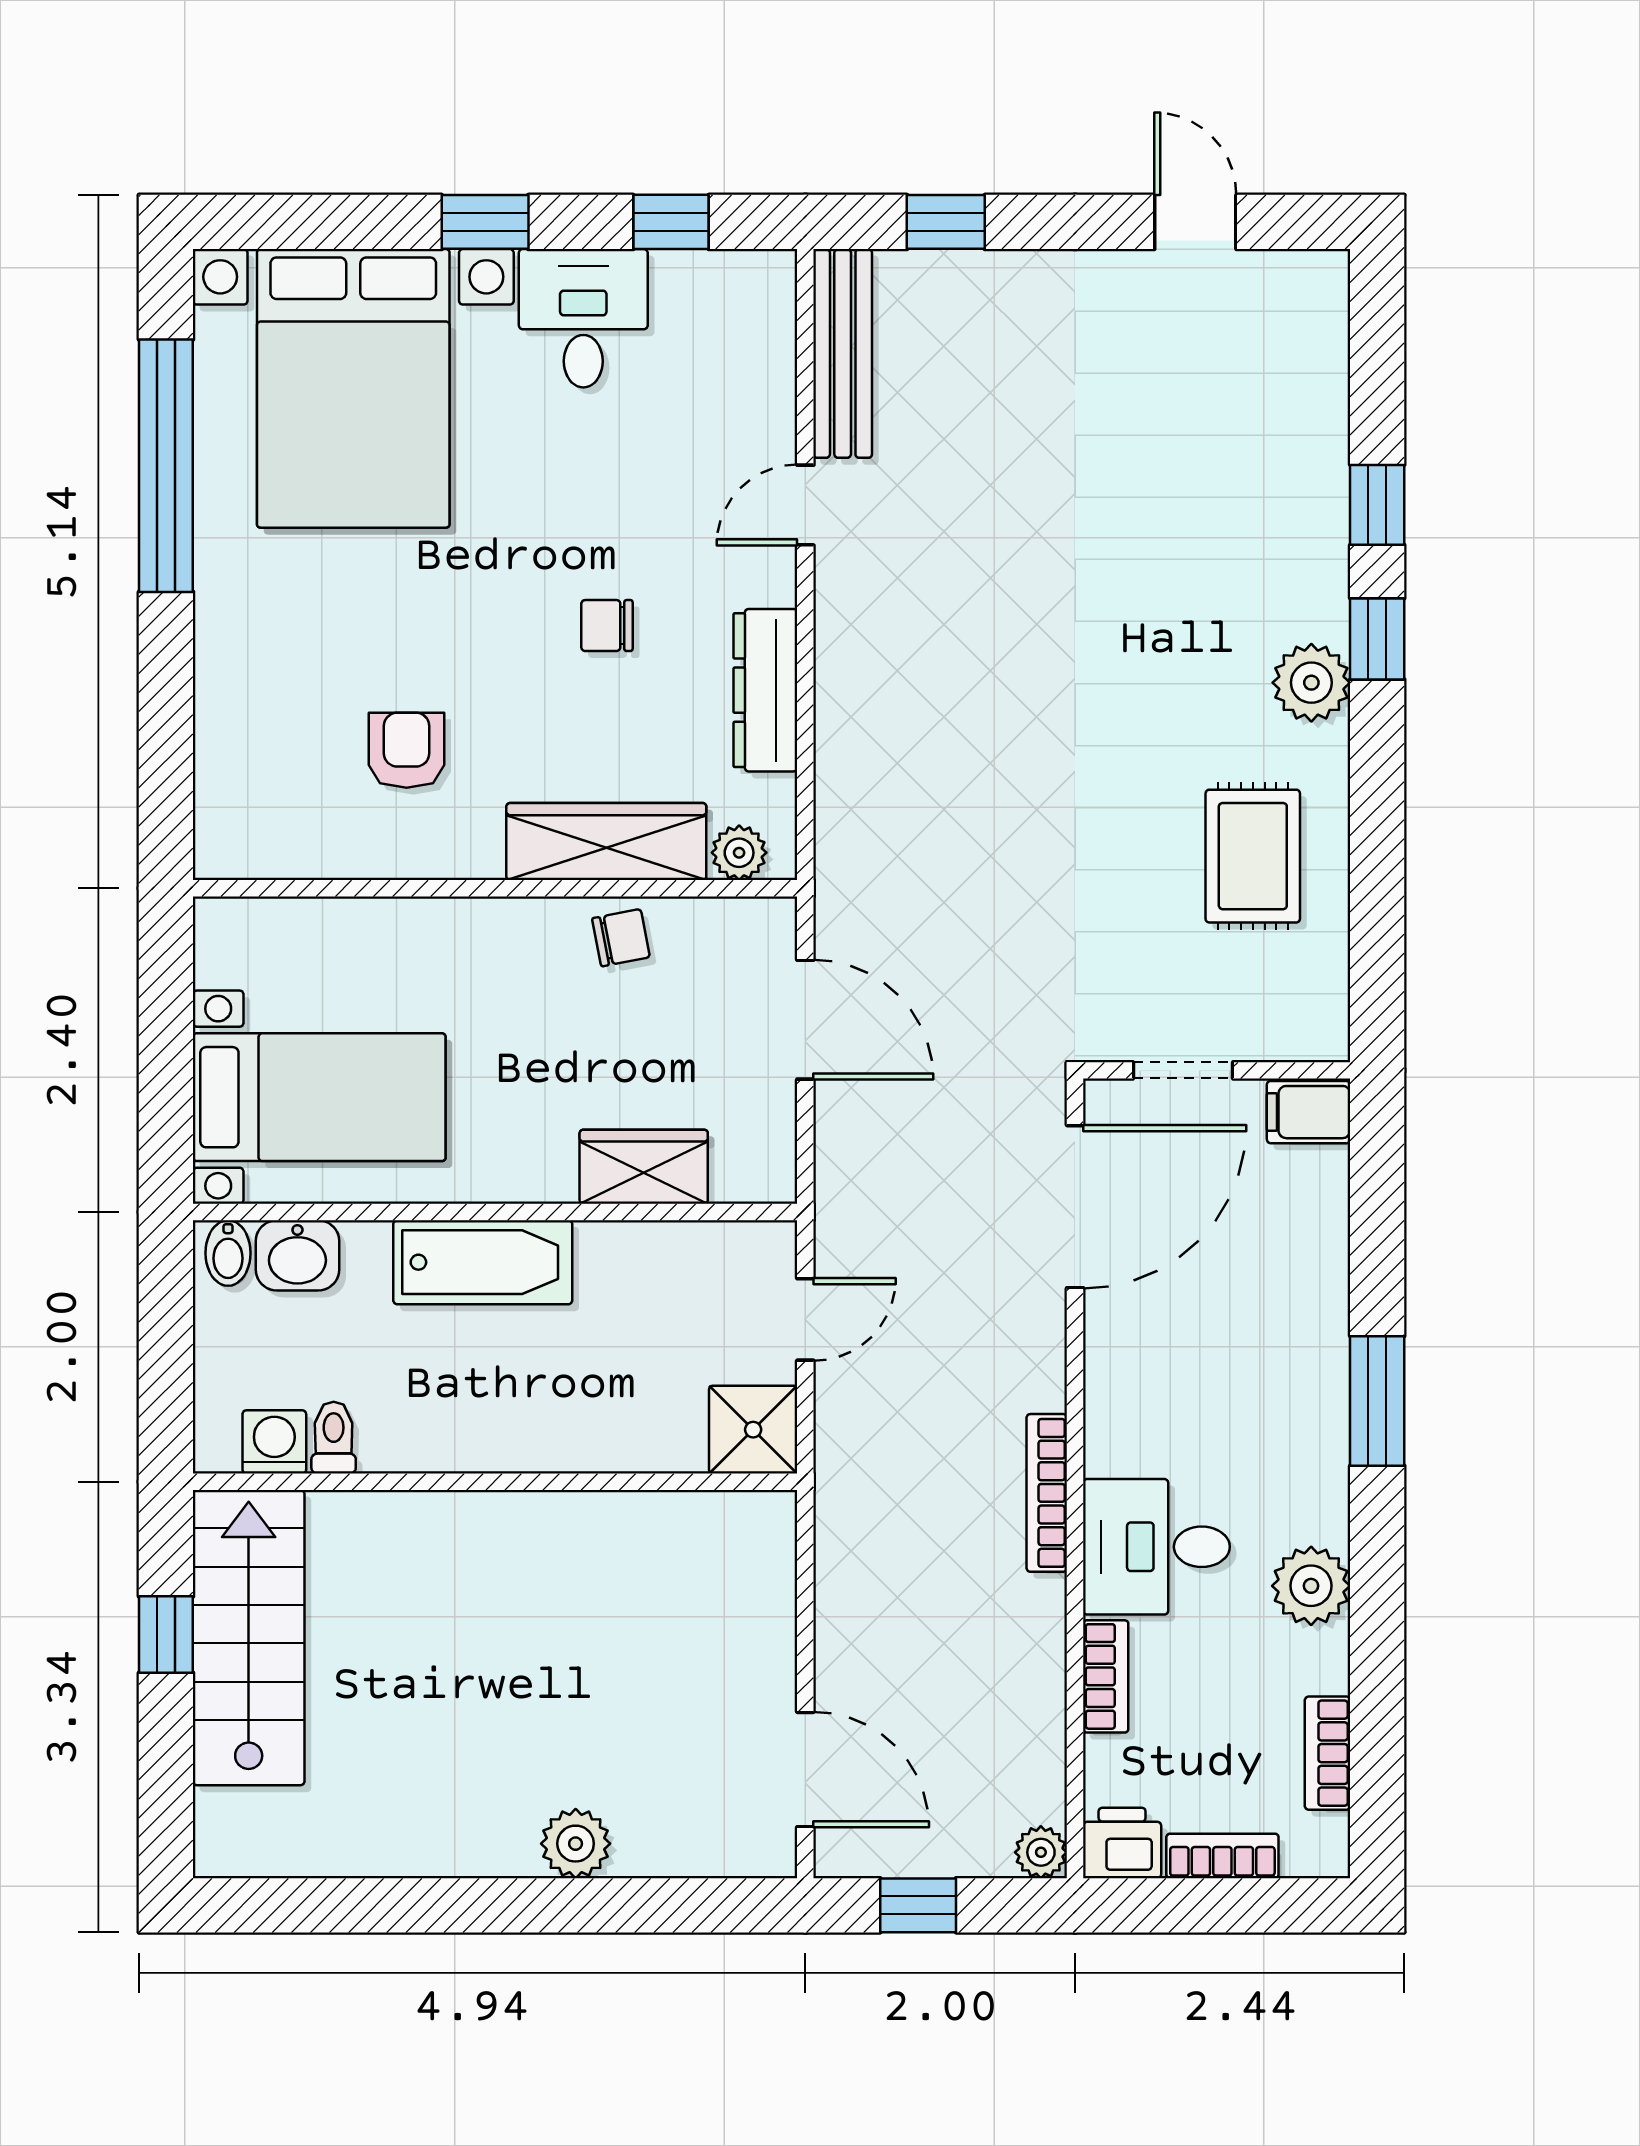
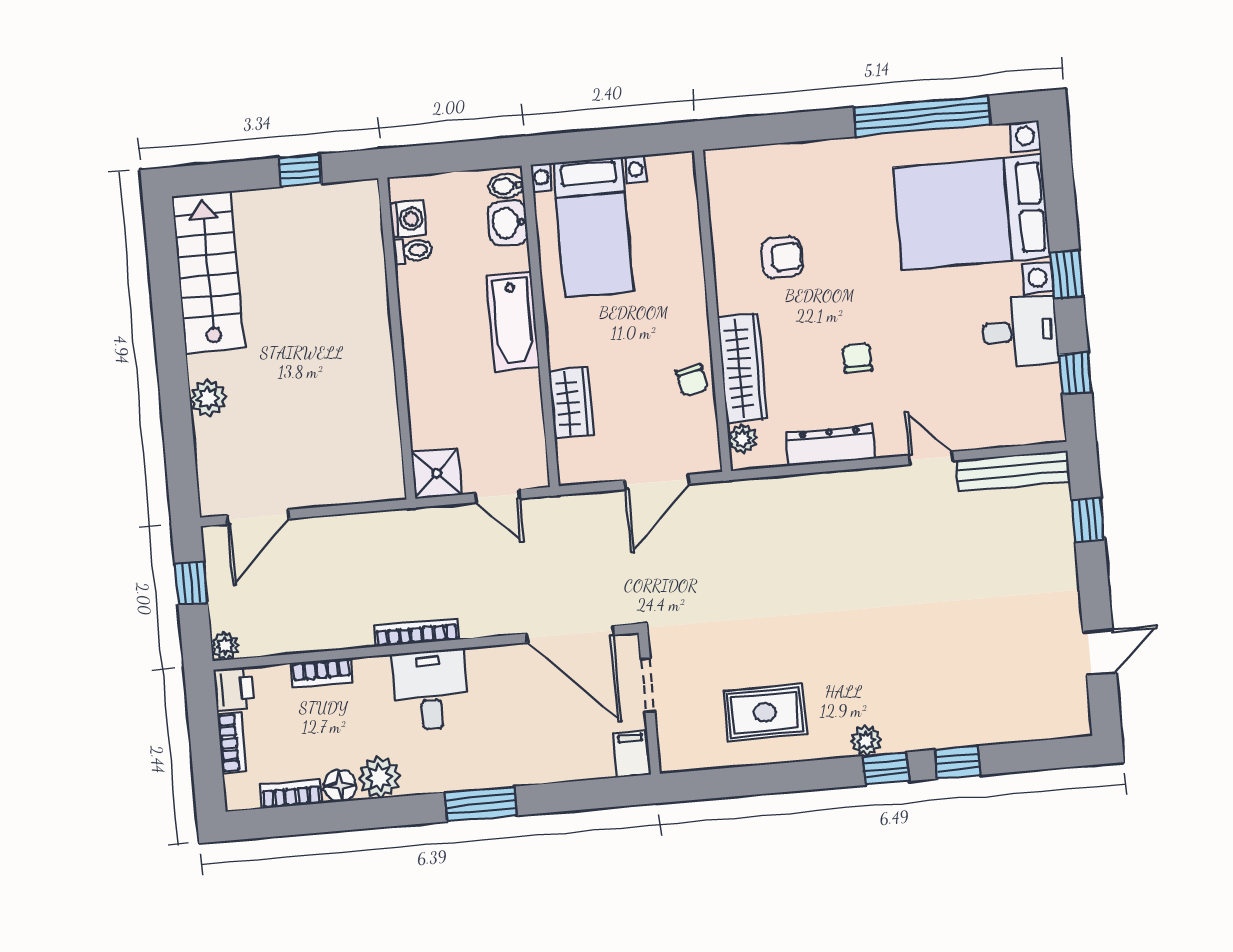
plant: (1311, 683) -> (866, 741), width x0.73, depth x0.73
desk: (1156, 1547) -> (430, 690), moved
stairs: (249, 1638) -> (208, 272), moved, turned -90
floor lamp: (1320, 1661) -> (340, 786), added

